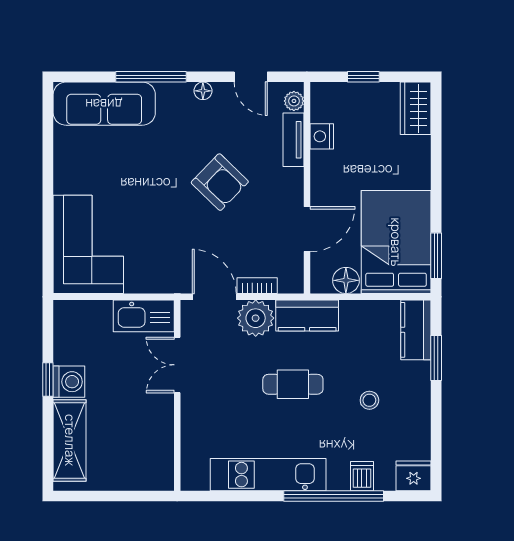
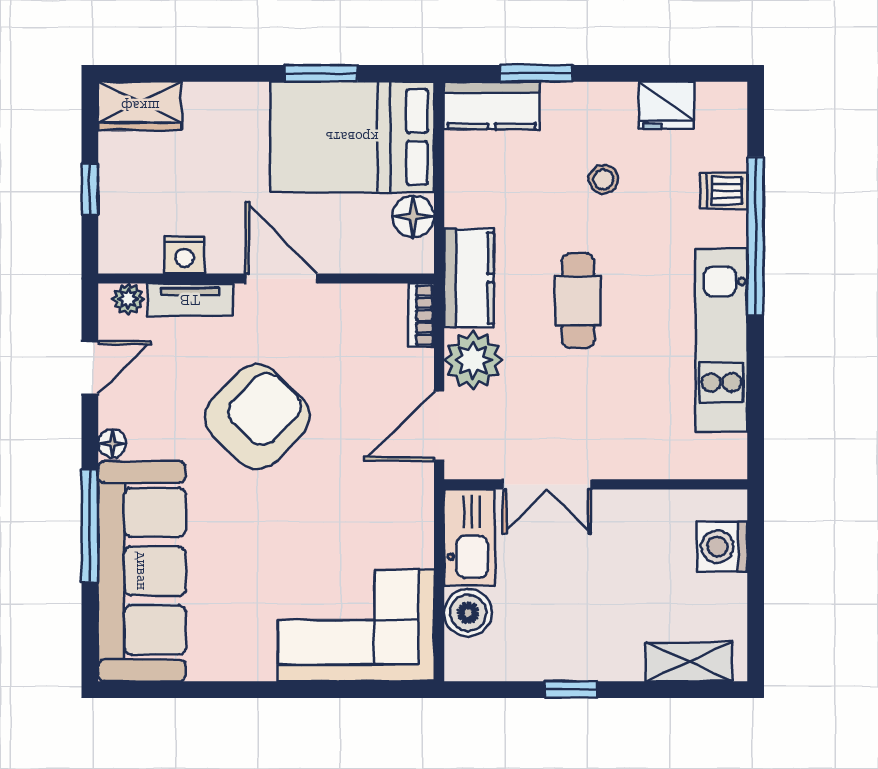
sofa: (104, 104) -> (142, 571), width x1.36, depth x1.27
armchair: (220, 182) -> (257, 417), width x1.36, depth x1.36
door: (307, 229) -> (281, 278), moved
window: (436, 256) -> (321, 73), moved
bookcase: (257, 286) -> (421, 315), moved
boiler: (96, 315) -> (468, 613), added
washing machine: (69, 382) -> (722, 547), moved, turned -90
shelving: (70, 440) -> (689, 662), width x0.67, depth x0.75
fridge: (414, 476) -> (667, 105), moved, turned -90

